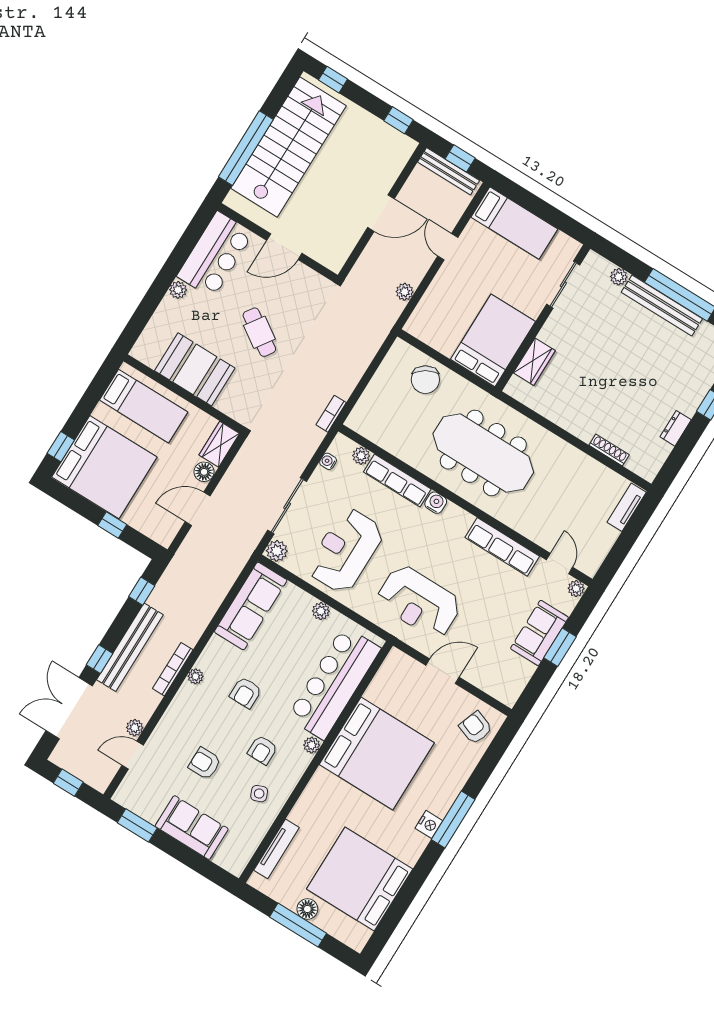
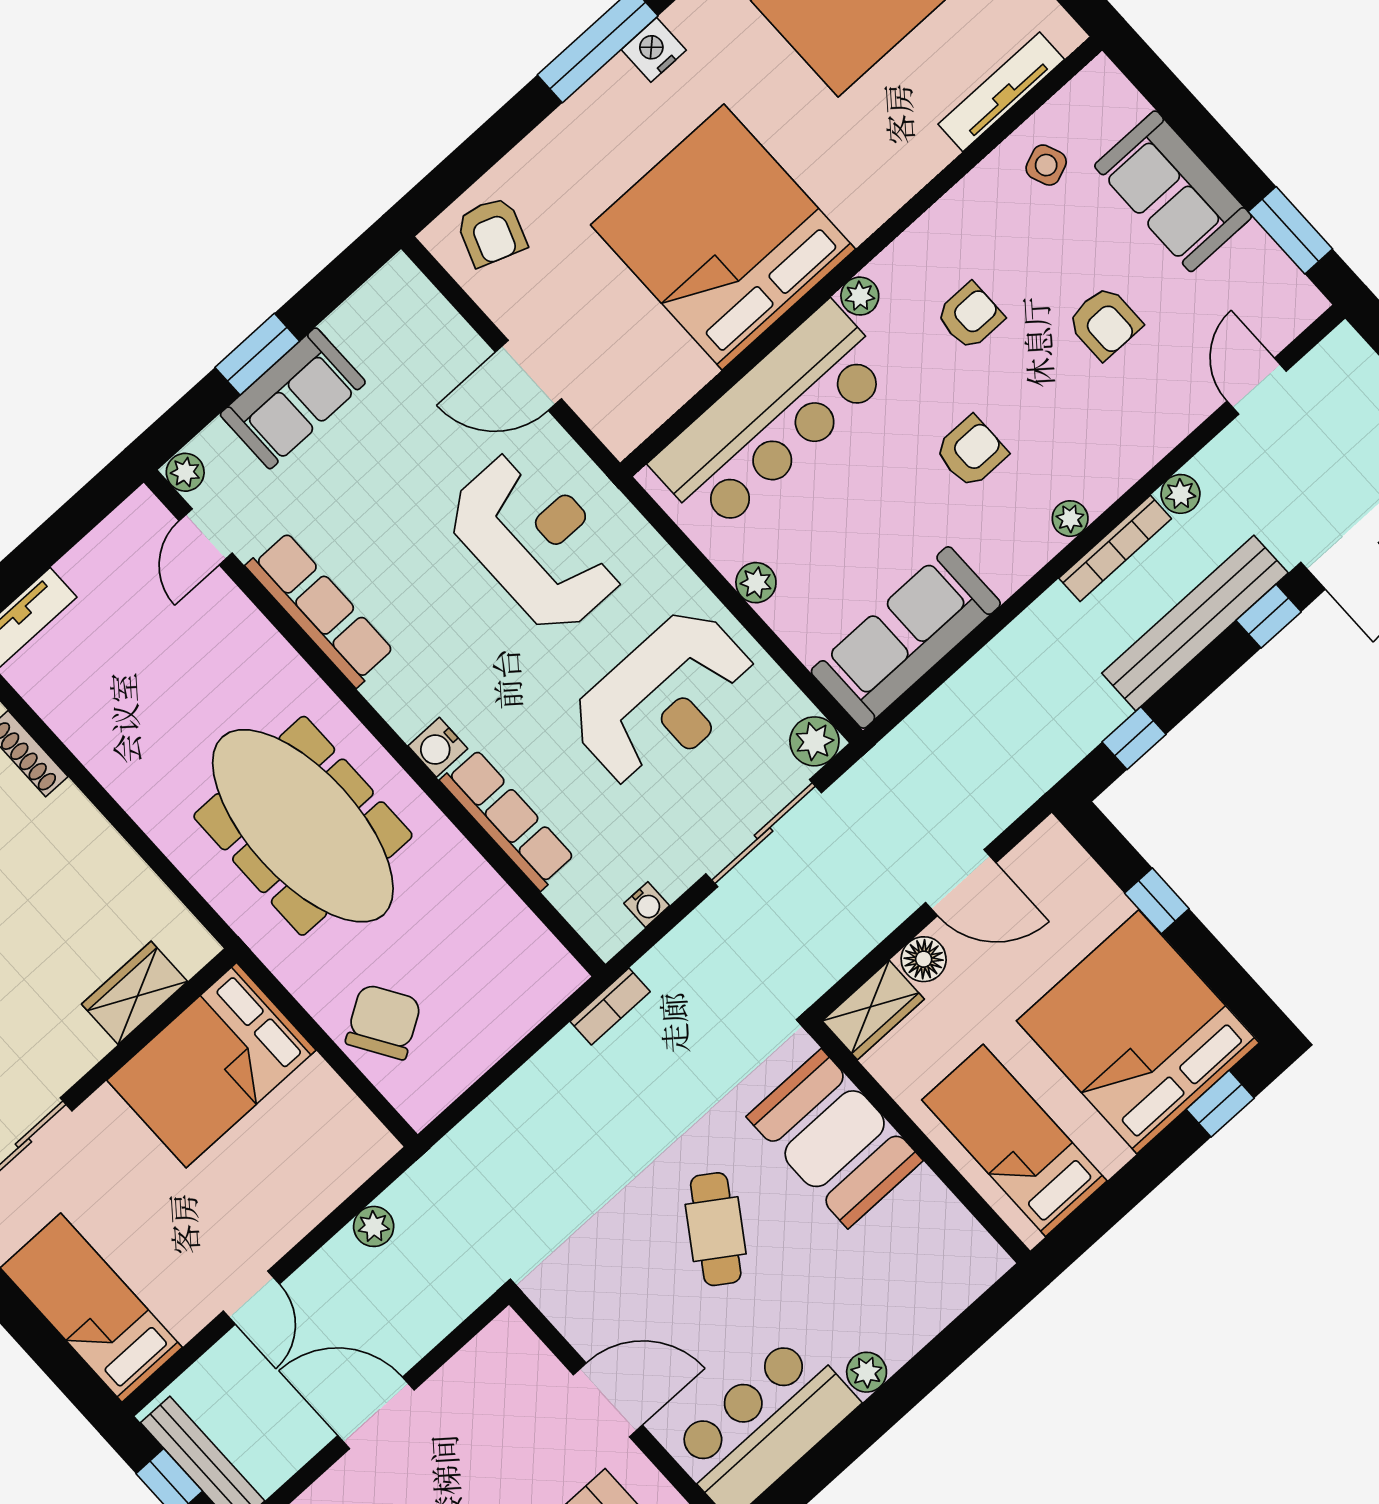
booth: (195, 369) -> (835, 1139), moved
plant: (361, 456) -> (571, 896), removed
plant: (135, 728) -> (1181, 494), moved
door: (133, 755) -> (1257, 386), swing flipped
side table: (259, 794) -> (1046, 165), moved

